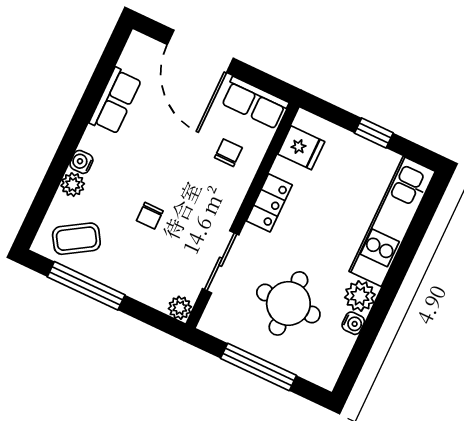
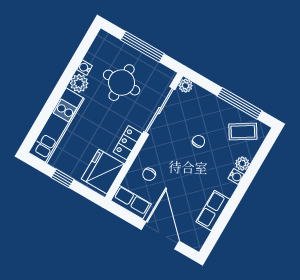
fridge: (301, 148) -> (103, 172), width x1.88, depth x1.34
sliding door: (221, 262) -> (159, 111), width x1.37

